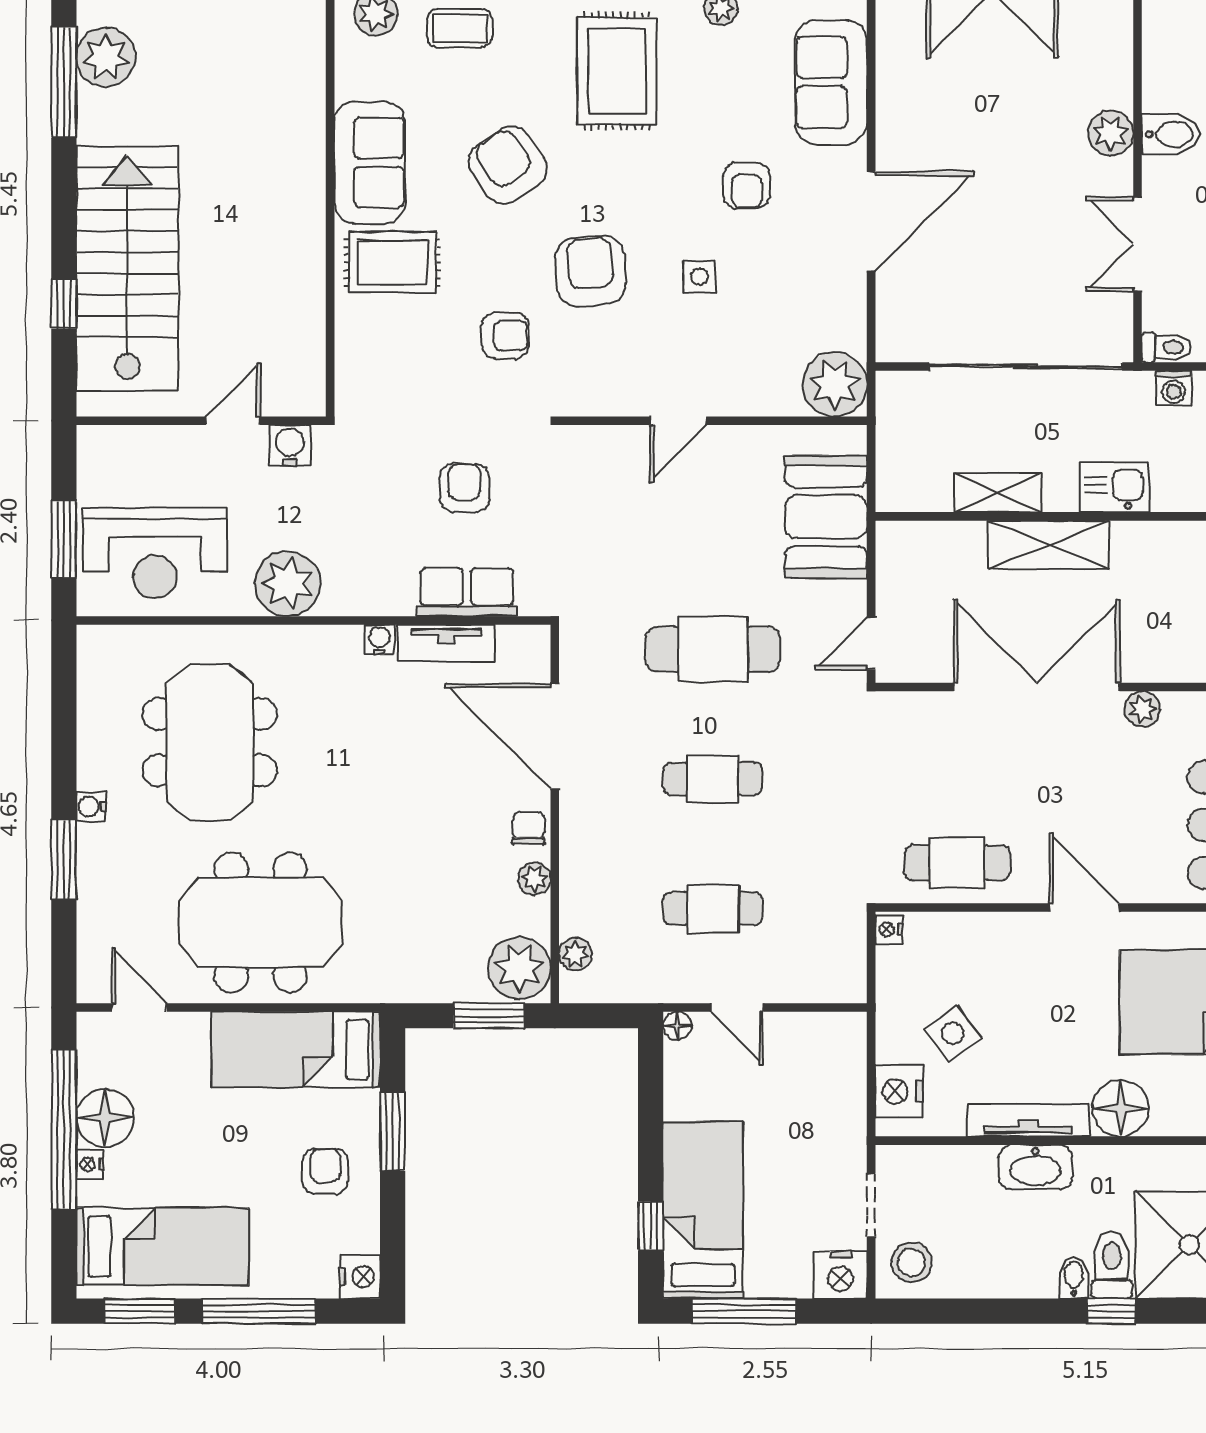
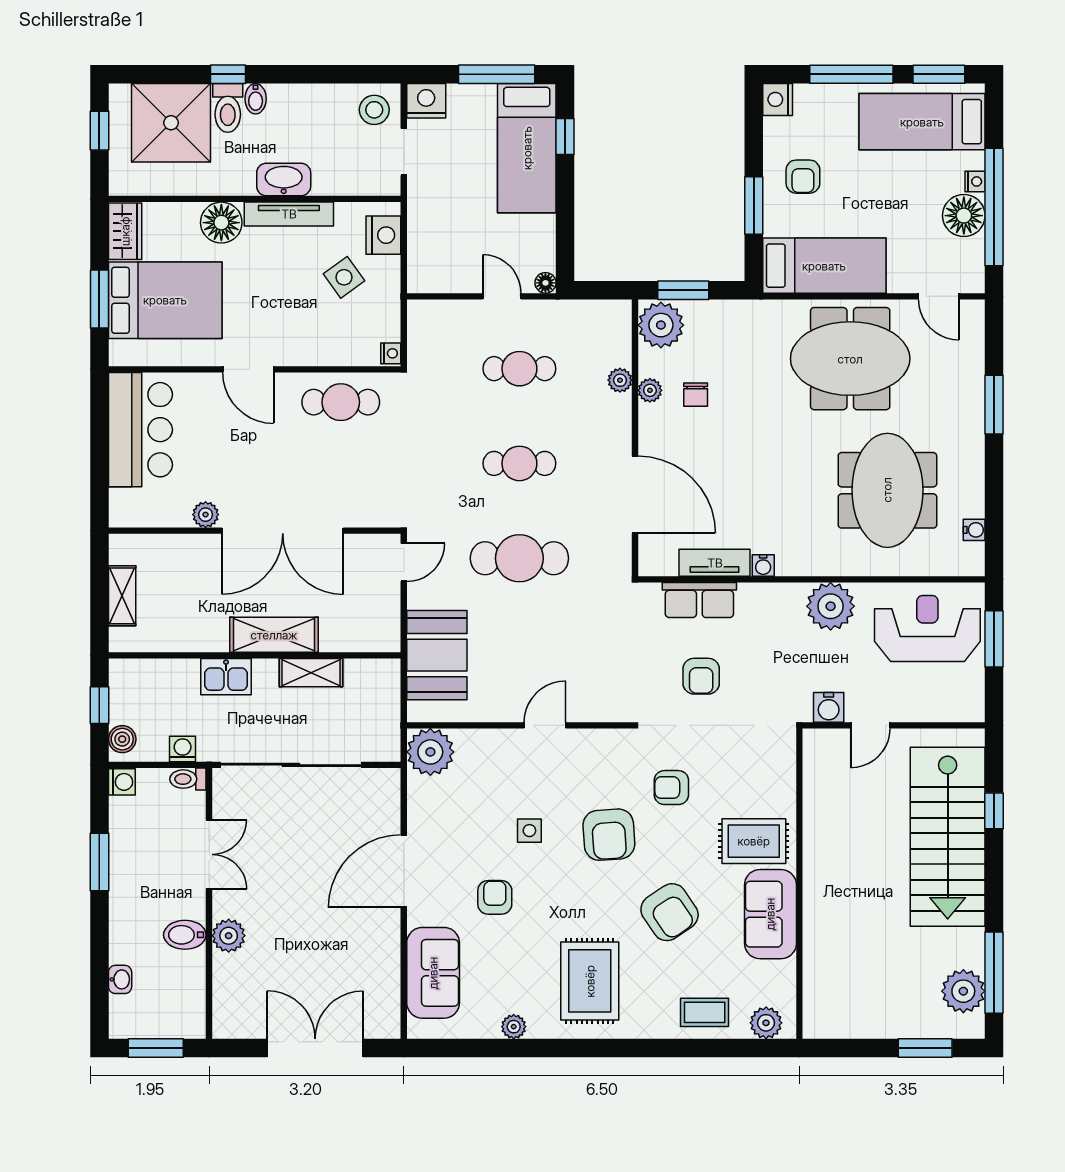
water cooler: (91, 807) -> (974, 530), moved
chair: (529, 828) -> (696, 395), moved
plant: (575, 954) -> (620, 380), moved

